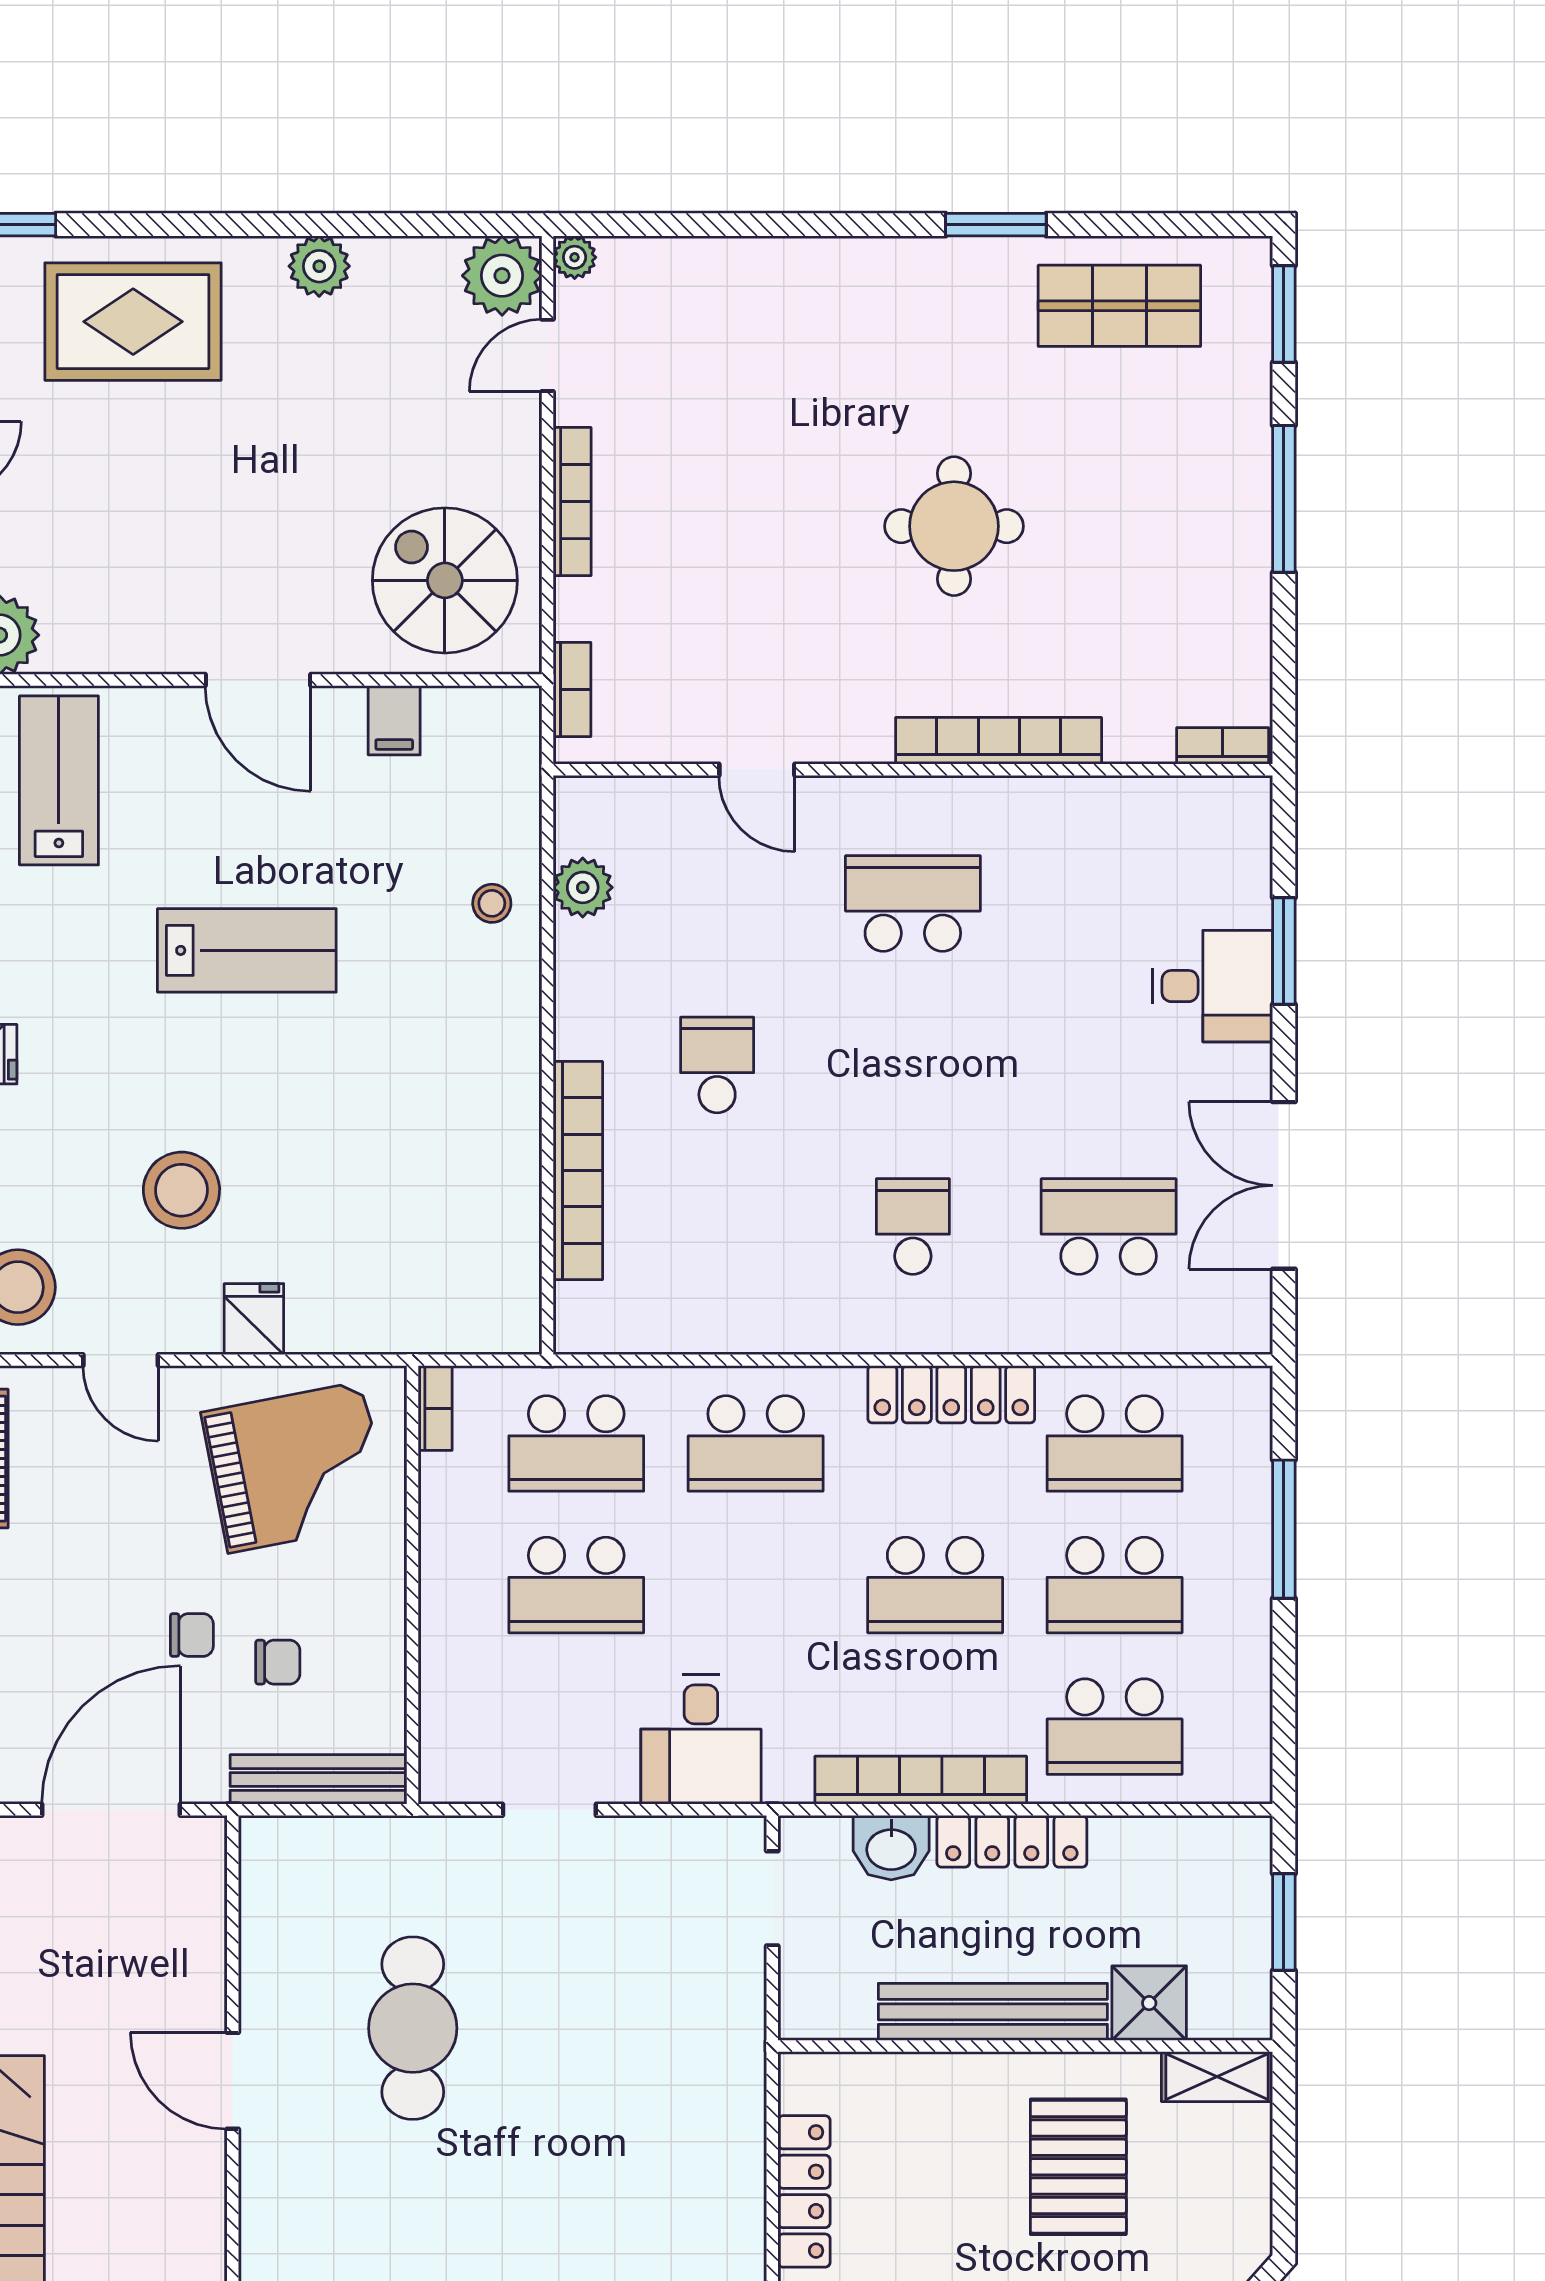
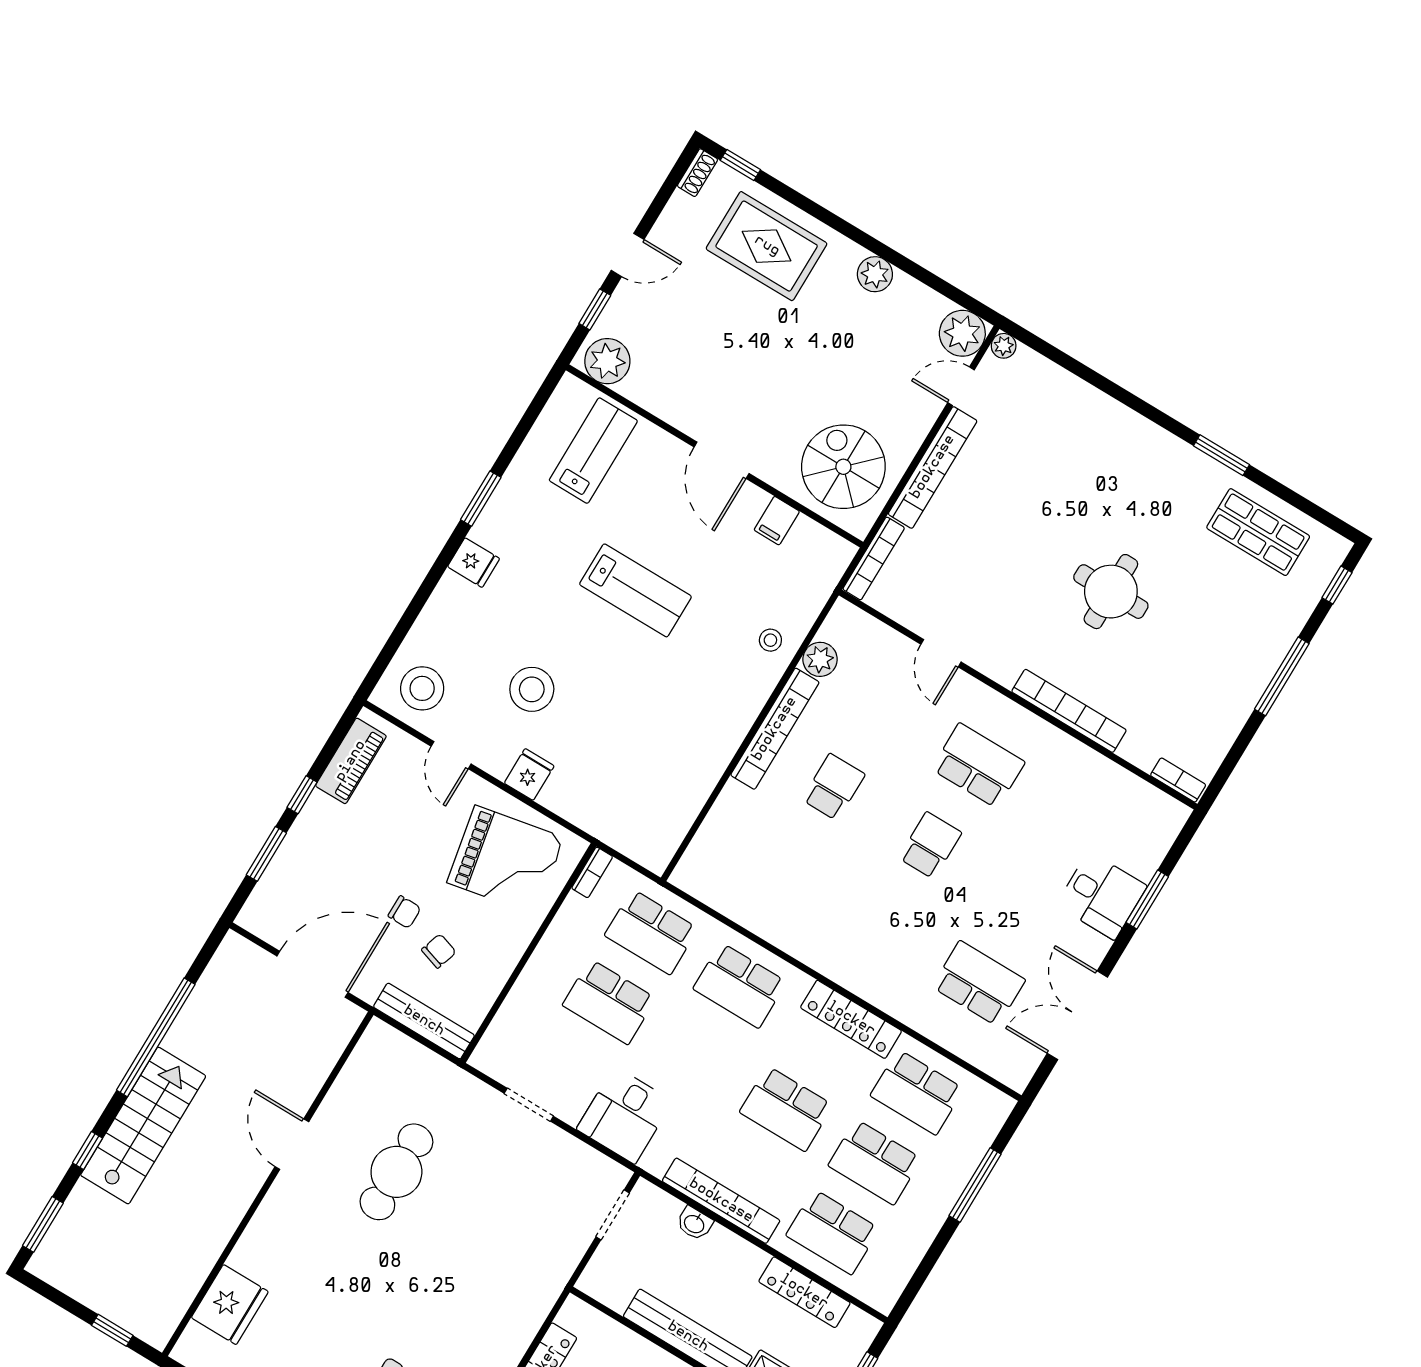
window: (1284, 314) -> (1337, 585), width x0.67
bookcase: (572, 502) -> (933, 467), width x1.48, depth x1.31
bookcase: (572, 689) -> (874, 558), width x1.56
bookcase: (578, 1171) -> (775, 729), moved
school desk: (913, 1227) -> (930, 845), moved
chair: (278, 1662) -> (439, 951), turned -72
locker: (1012, 1841) -> (804, 1292), moved
washbasin: (891, 1848) -> (694, 1223), width x0.72, depth x0.69

